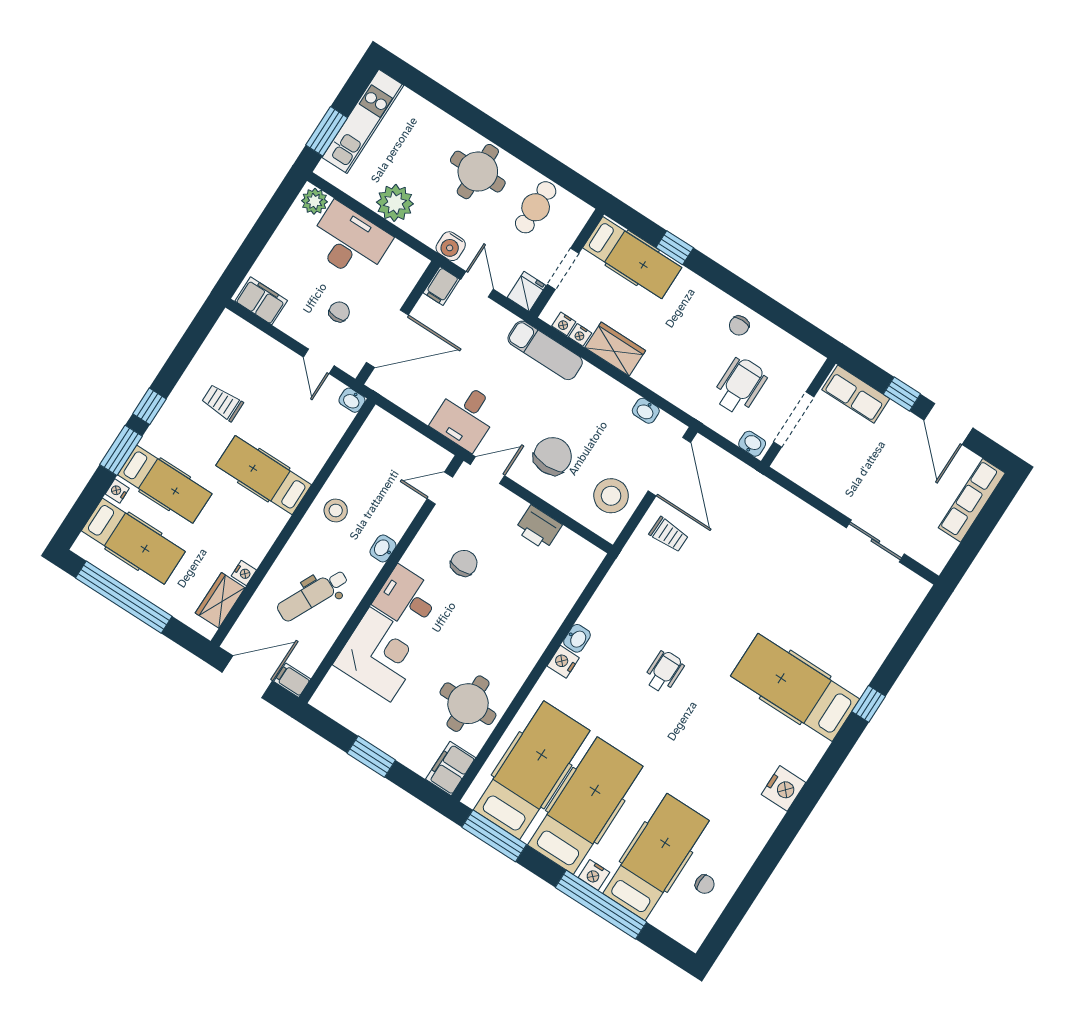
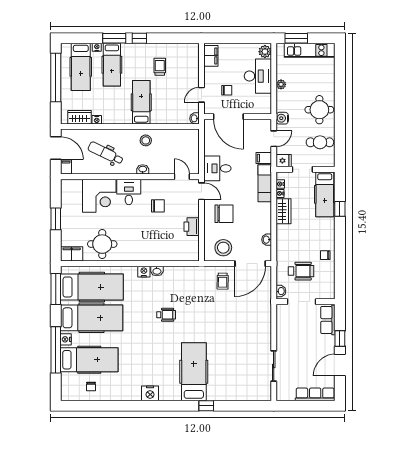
plant: (395, 203) -> (281, 84), width x0.53, depth x0.53
filing cabinet: (441, 286) -> (264, 158), moved

